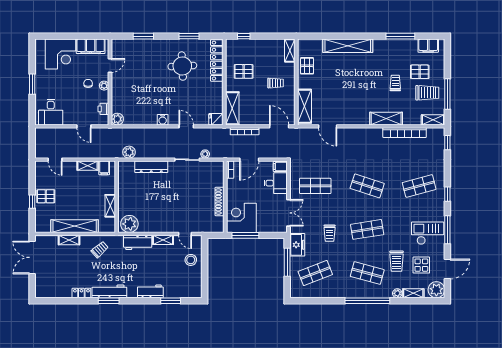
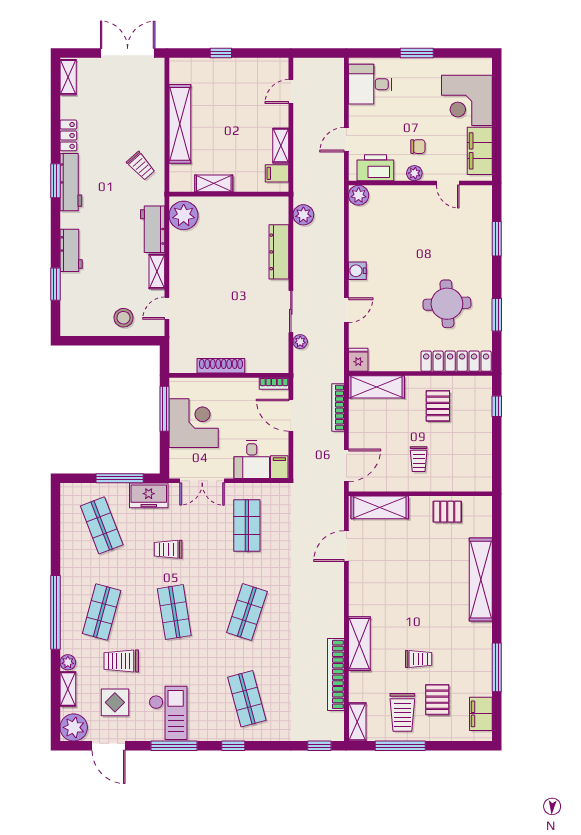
shelving: (290, 51) -> (473, 483), removed
printer: (103, 109) -> (375, 168), width x1.87, depth x1.48
pallet: (46, 196) -> (230, 76), removed
corner desk: (241, 218) -> (194, 423), moved
shelving: (69, 240) -> (68, 77), moved

